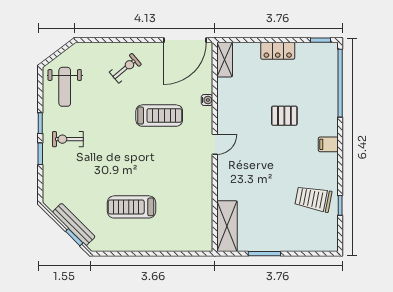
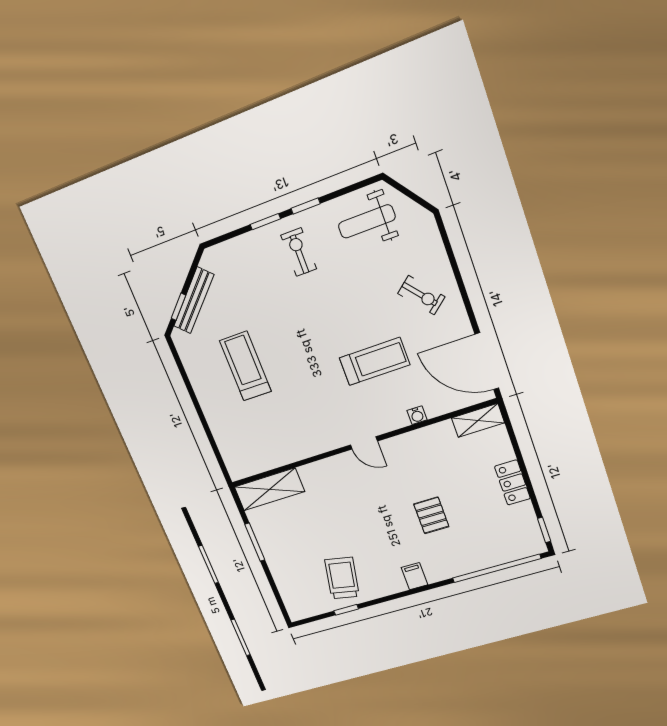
treadmill: (159, 116) -> (375, 361), turned -90

